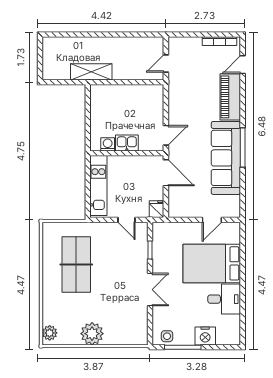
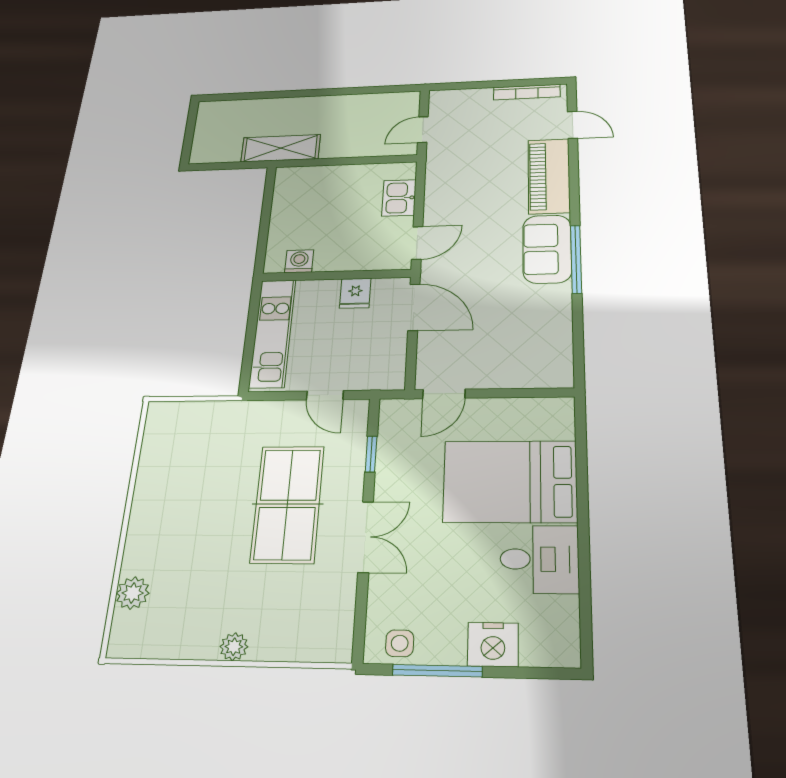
door: (243, 65) -> (573, 125), swing flipped
kitchen sink: (127, 143) -> (399, 198), moved, turned -90
sofa: (226, 158) -> (547, 249), width x0.54, depth x0.79
fridge: (157, 209) -> (355, 293), moved, turned 180
door: (212, 220) -> (444, 394), moved
table tennis table: (76, 265) -> (288, 504), moved
plant: (50, 333) -> (133, 593), moved
plant: (92, 334) -> (234, 647), width x0.53, depth x0.53

